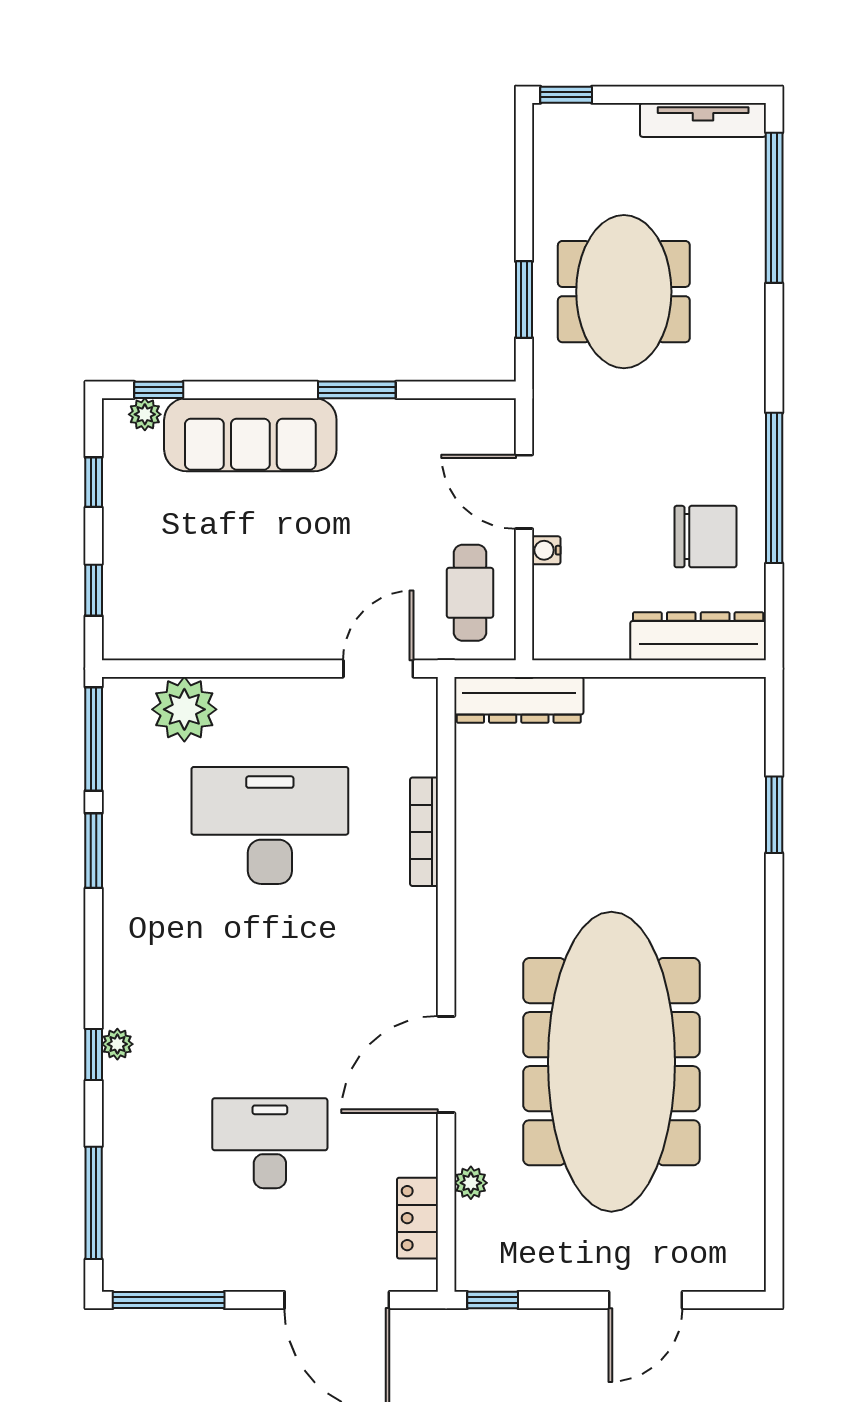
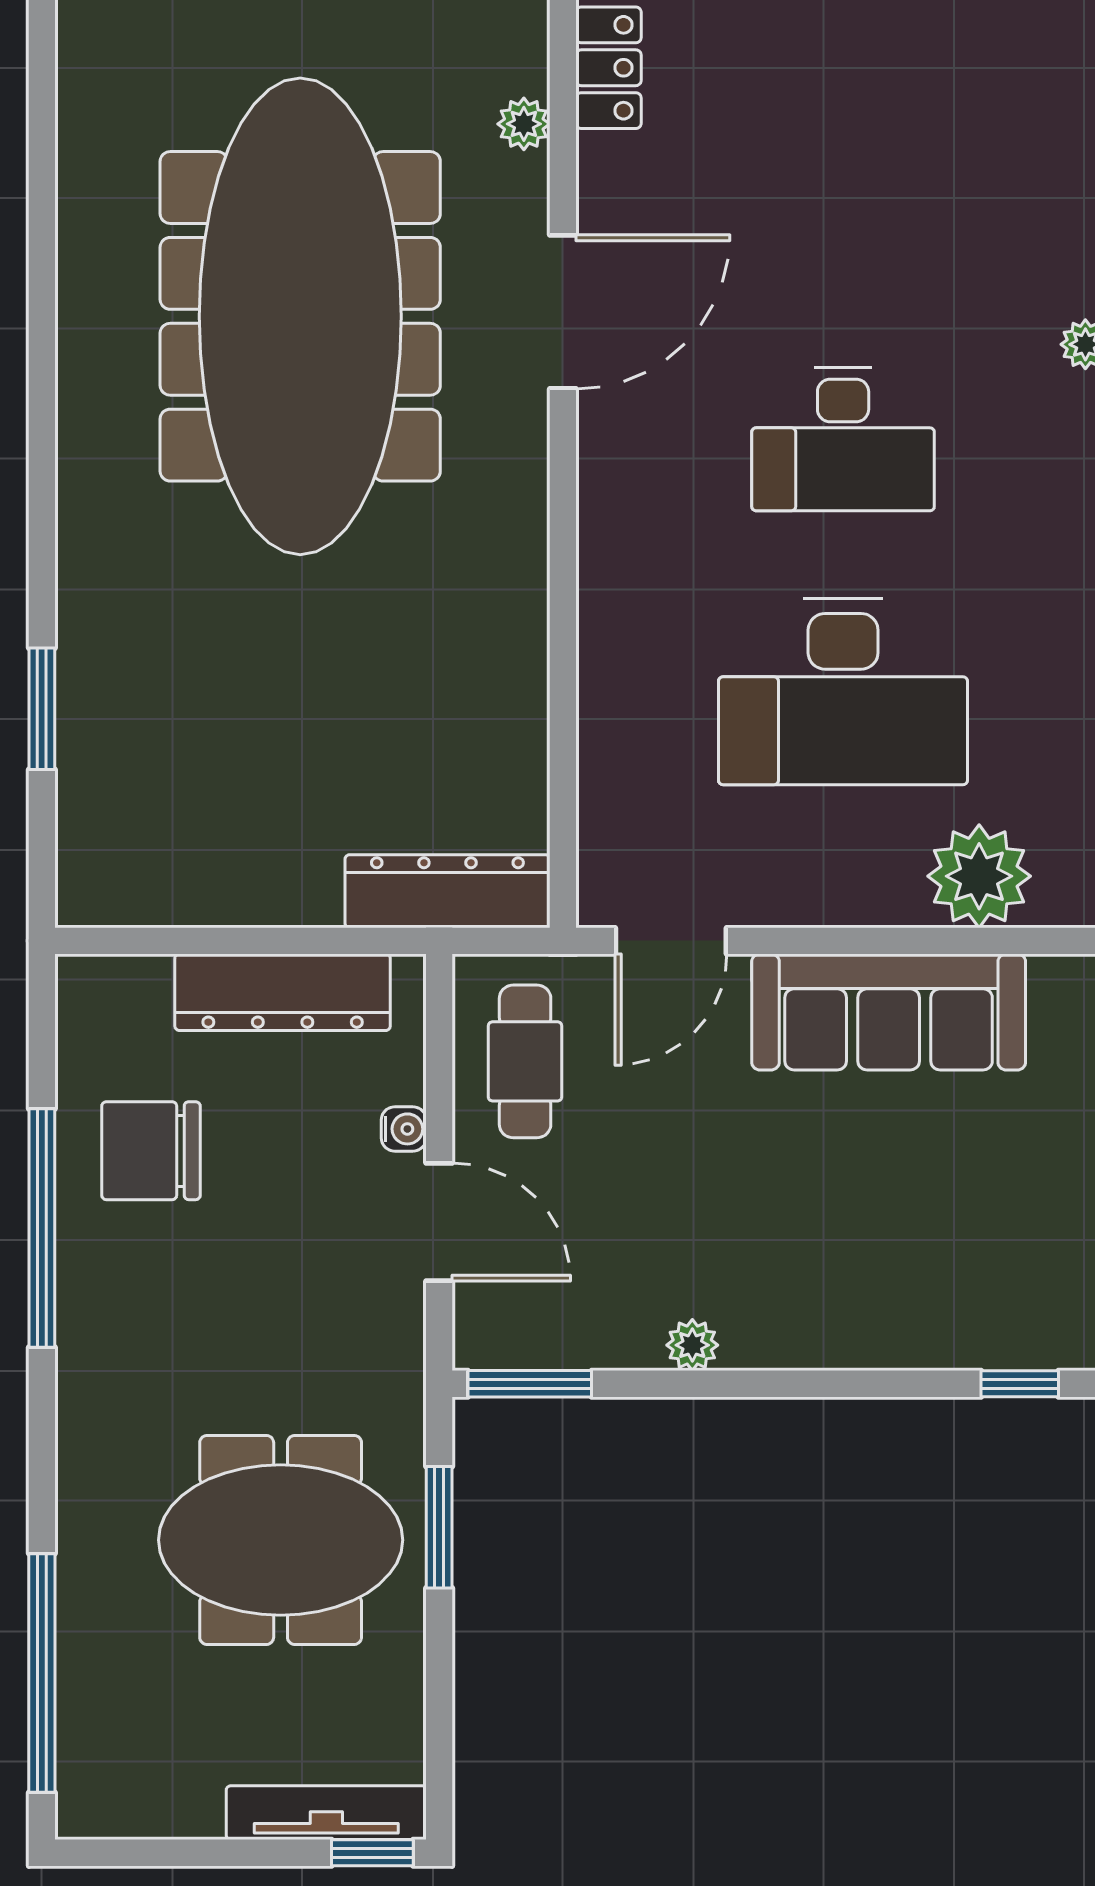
tv unit: (703, 120) -> (326, 1813), moved
meeting table: (624, 292) -> (281, 1540), turned 90
window: (357, 390) -> (530, 1384), moved
plant: (145, 414) -> (692, 1345), moved
sofa: (250, 435) -> (889, 1012), moved, turned 180
dresser: (698, 636) -> (283, 992), moved
bookcase: (424, 832) -> (598, 682), removed
desk: (270, 1143) -> (843, 439), moved

